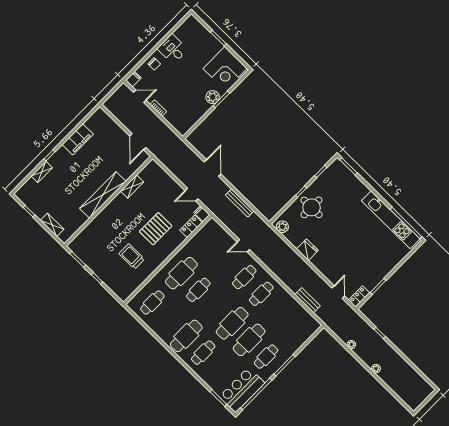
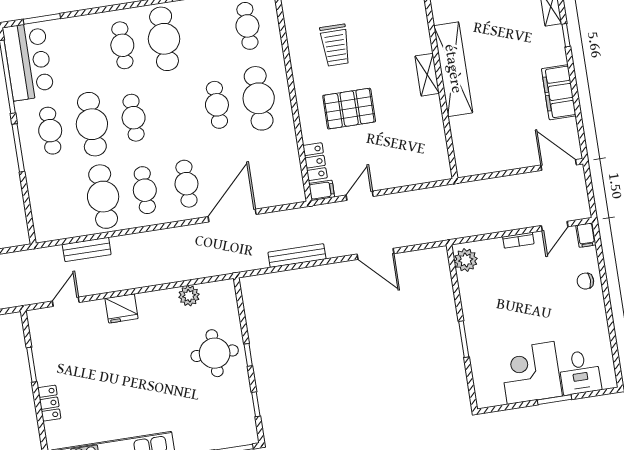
desk: (173, 49) -> (580, 372), moved, turned 90
corner desk: (225, 69) -> (531, 373), moved
plant: (213, 97) -> (466, 260), moved
door: (138, 142) -> (559, 165), moved
shelving: (132, 187) -> (427, 75), moved
plant: (282, 227) -> (189, 296), moved
pallet: (156, 229) -> (349, 109), turned 90
door: (243, 246) -> (232, 215), width x1.87
fridge: (307, 250) -> (122, 308), moved
trolley: (132, 256) -> (335, 45), turned 90
door: (338, 292) -> (66, 302), swing flipped
locker: (359, 296) -> (49, 403), moved
cafe table: (278, 310) -> (103, 197), added
cafe table: (232, 323) -> (134, 118), width x0.73, depth x0.74

